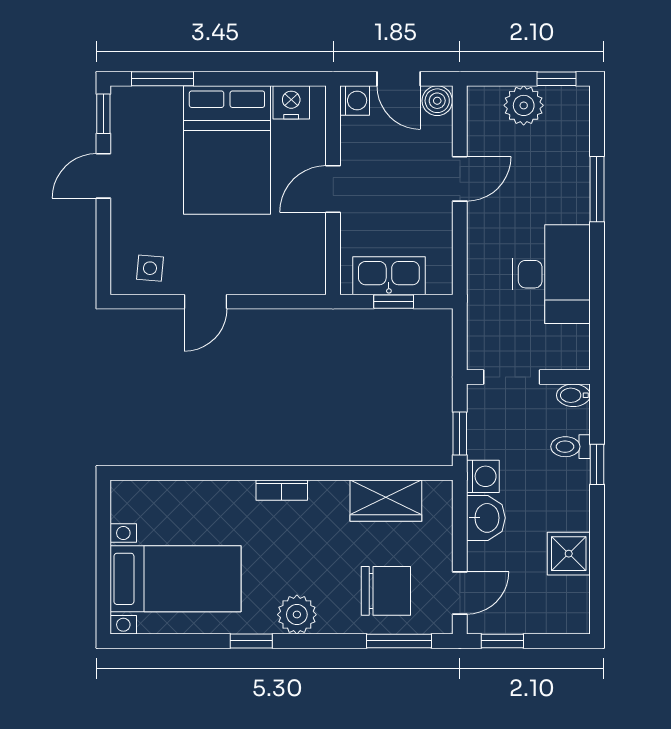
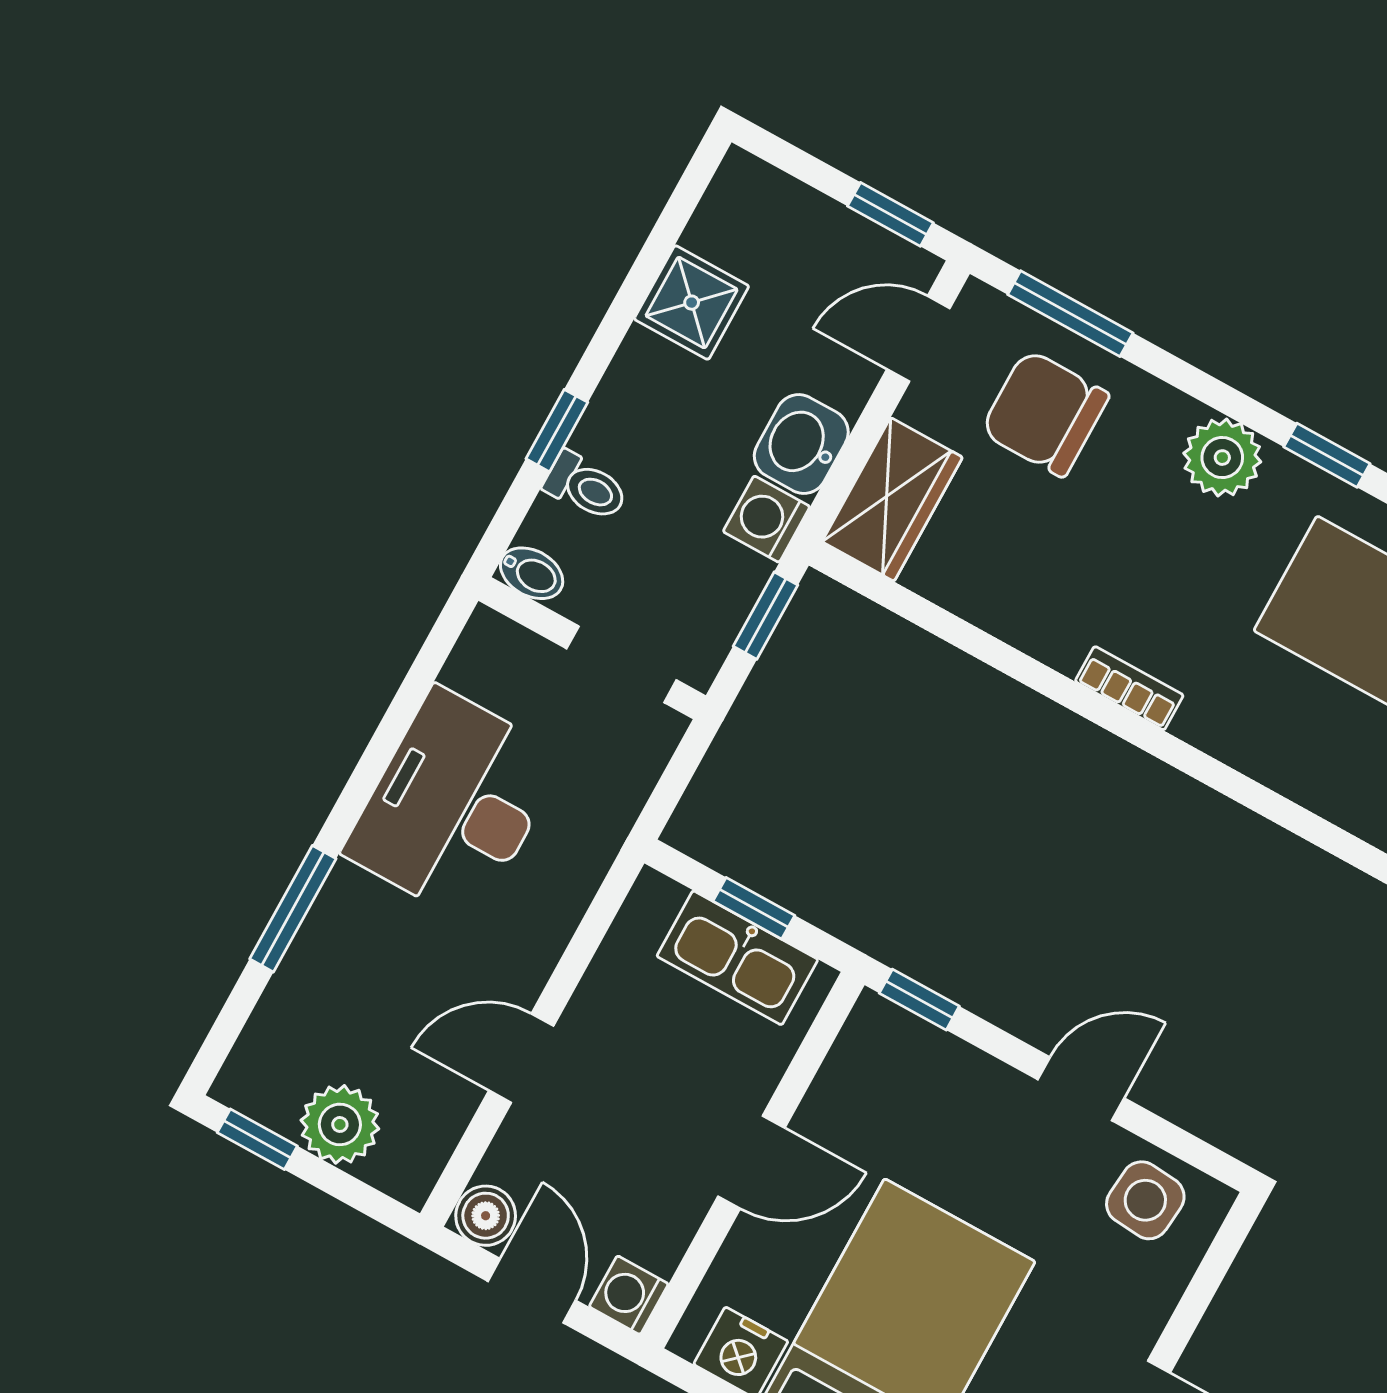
side table: (150, 268) -> (1145, 1200), width x1.37, depth x1.37
window: (298, 302) -> (919, 1000), added
wardrobe: (386, 501) -> (892, 499), moved, turned 90

